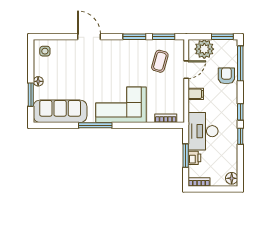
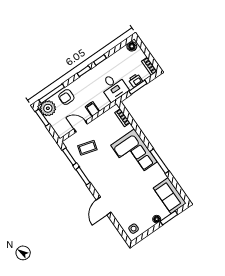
plant: (204, 49) -> (48, 108), moved
sofa: (60, 111) -> (170, 196), width x0.73
desk: (203, 131) -> (114, 87), width x0.73

